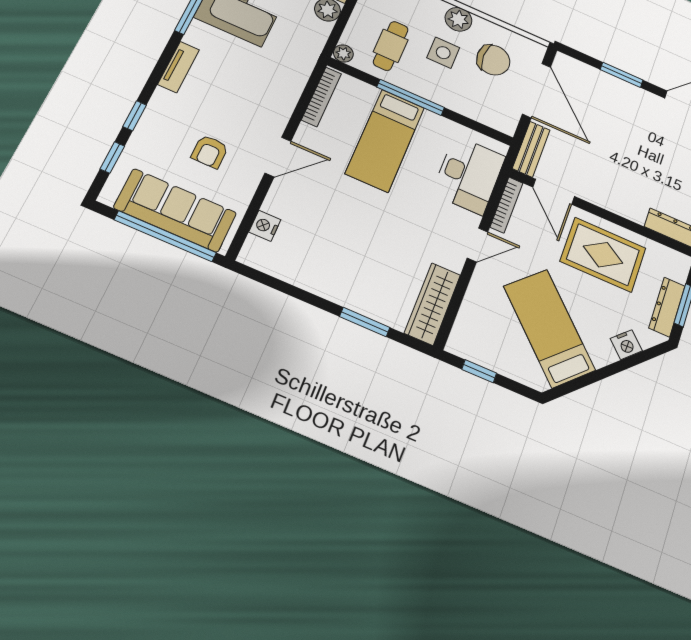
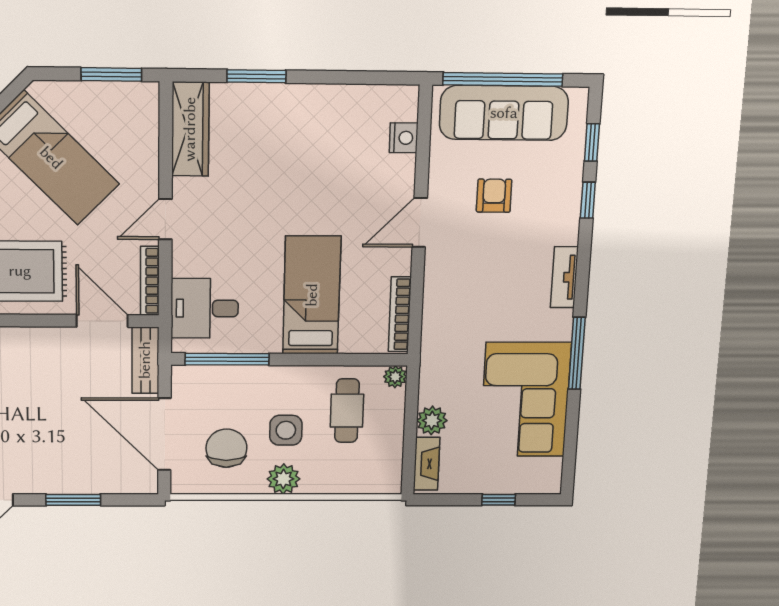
chair: (493, 60) -> (226, 448), turned 90
window: (411, 97) -> (227, 359), moved
desk: (469, 175) -> (205, 308), width x0.73
window: (479, 371) -> (111, 74), width x1.50

